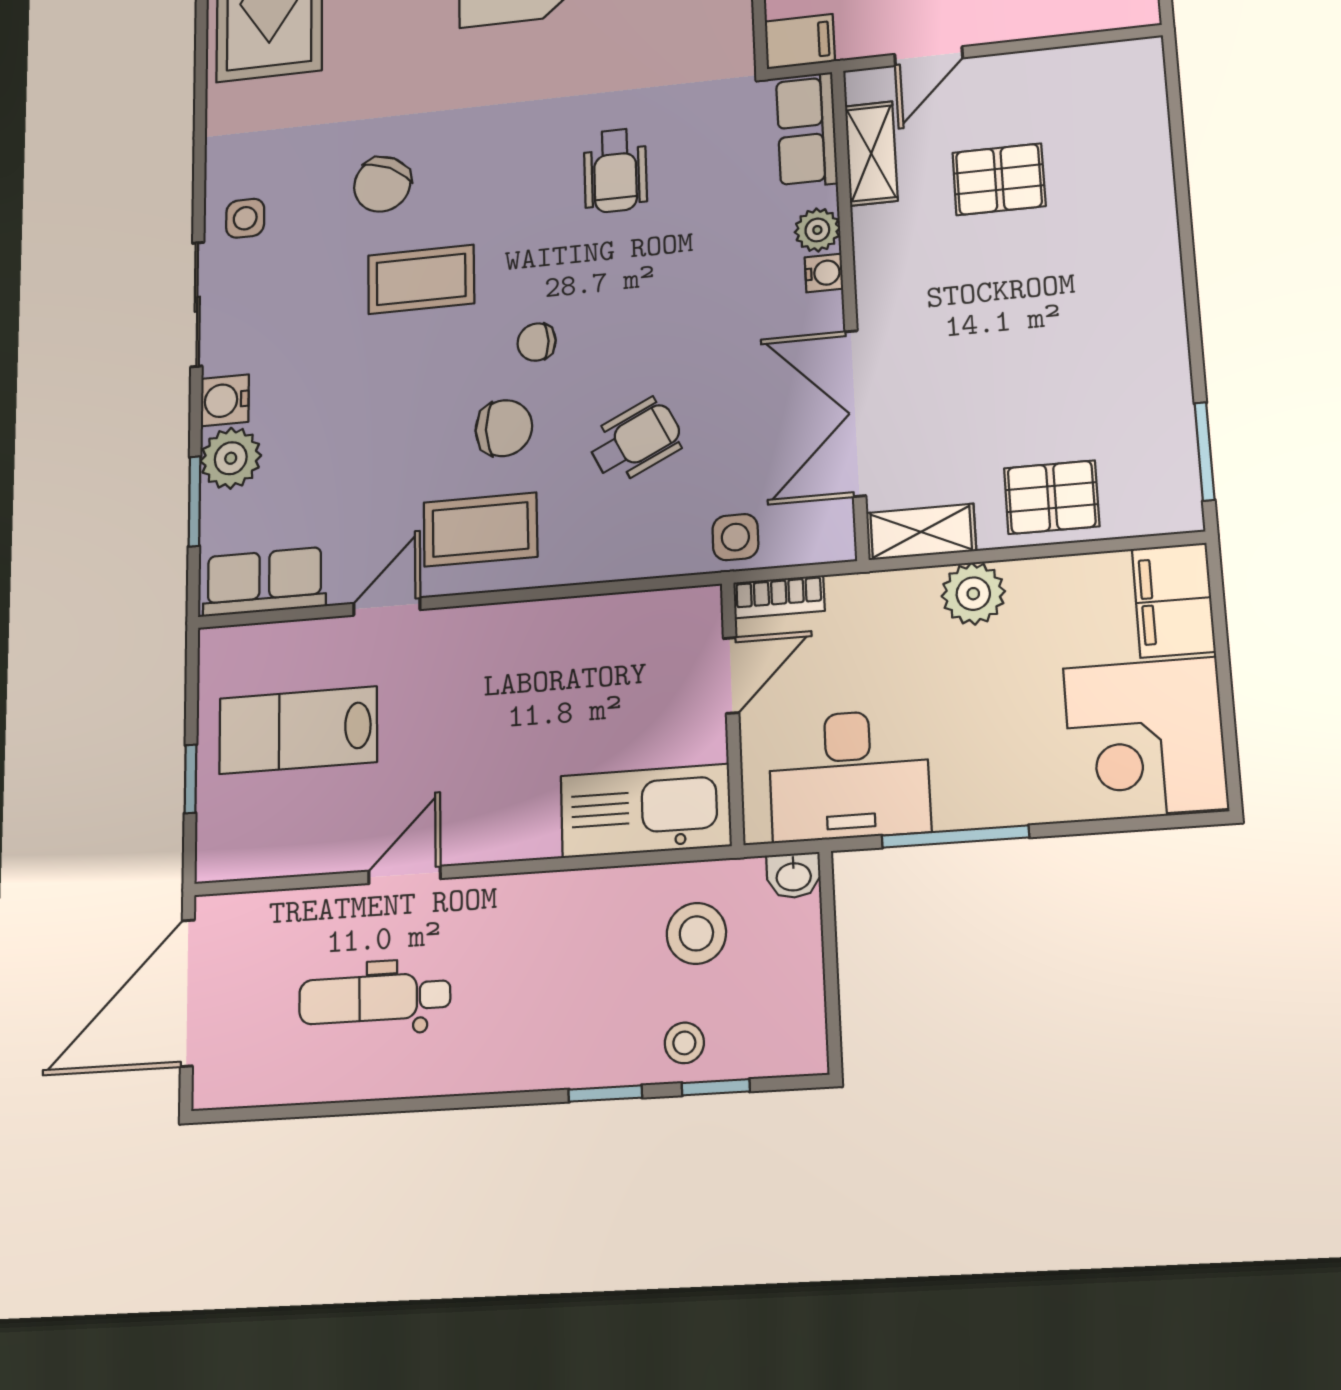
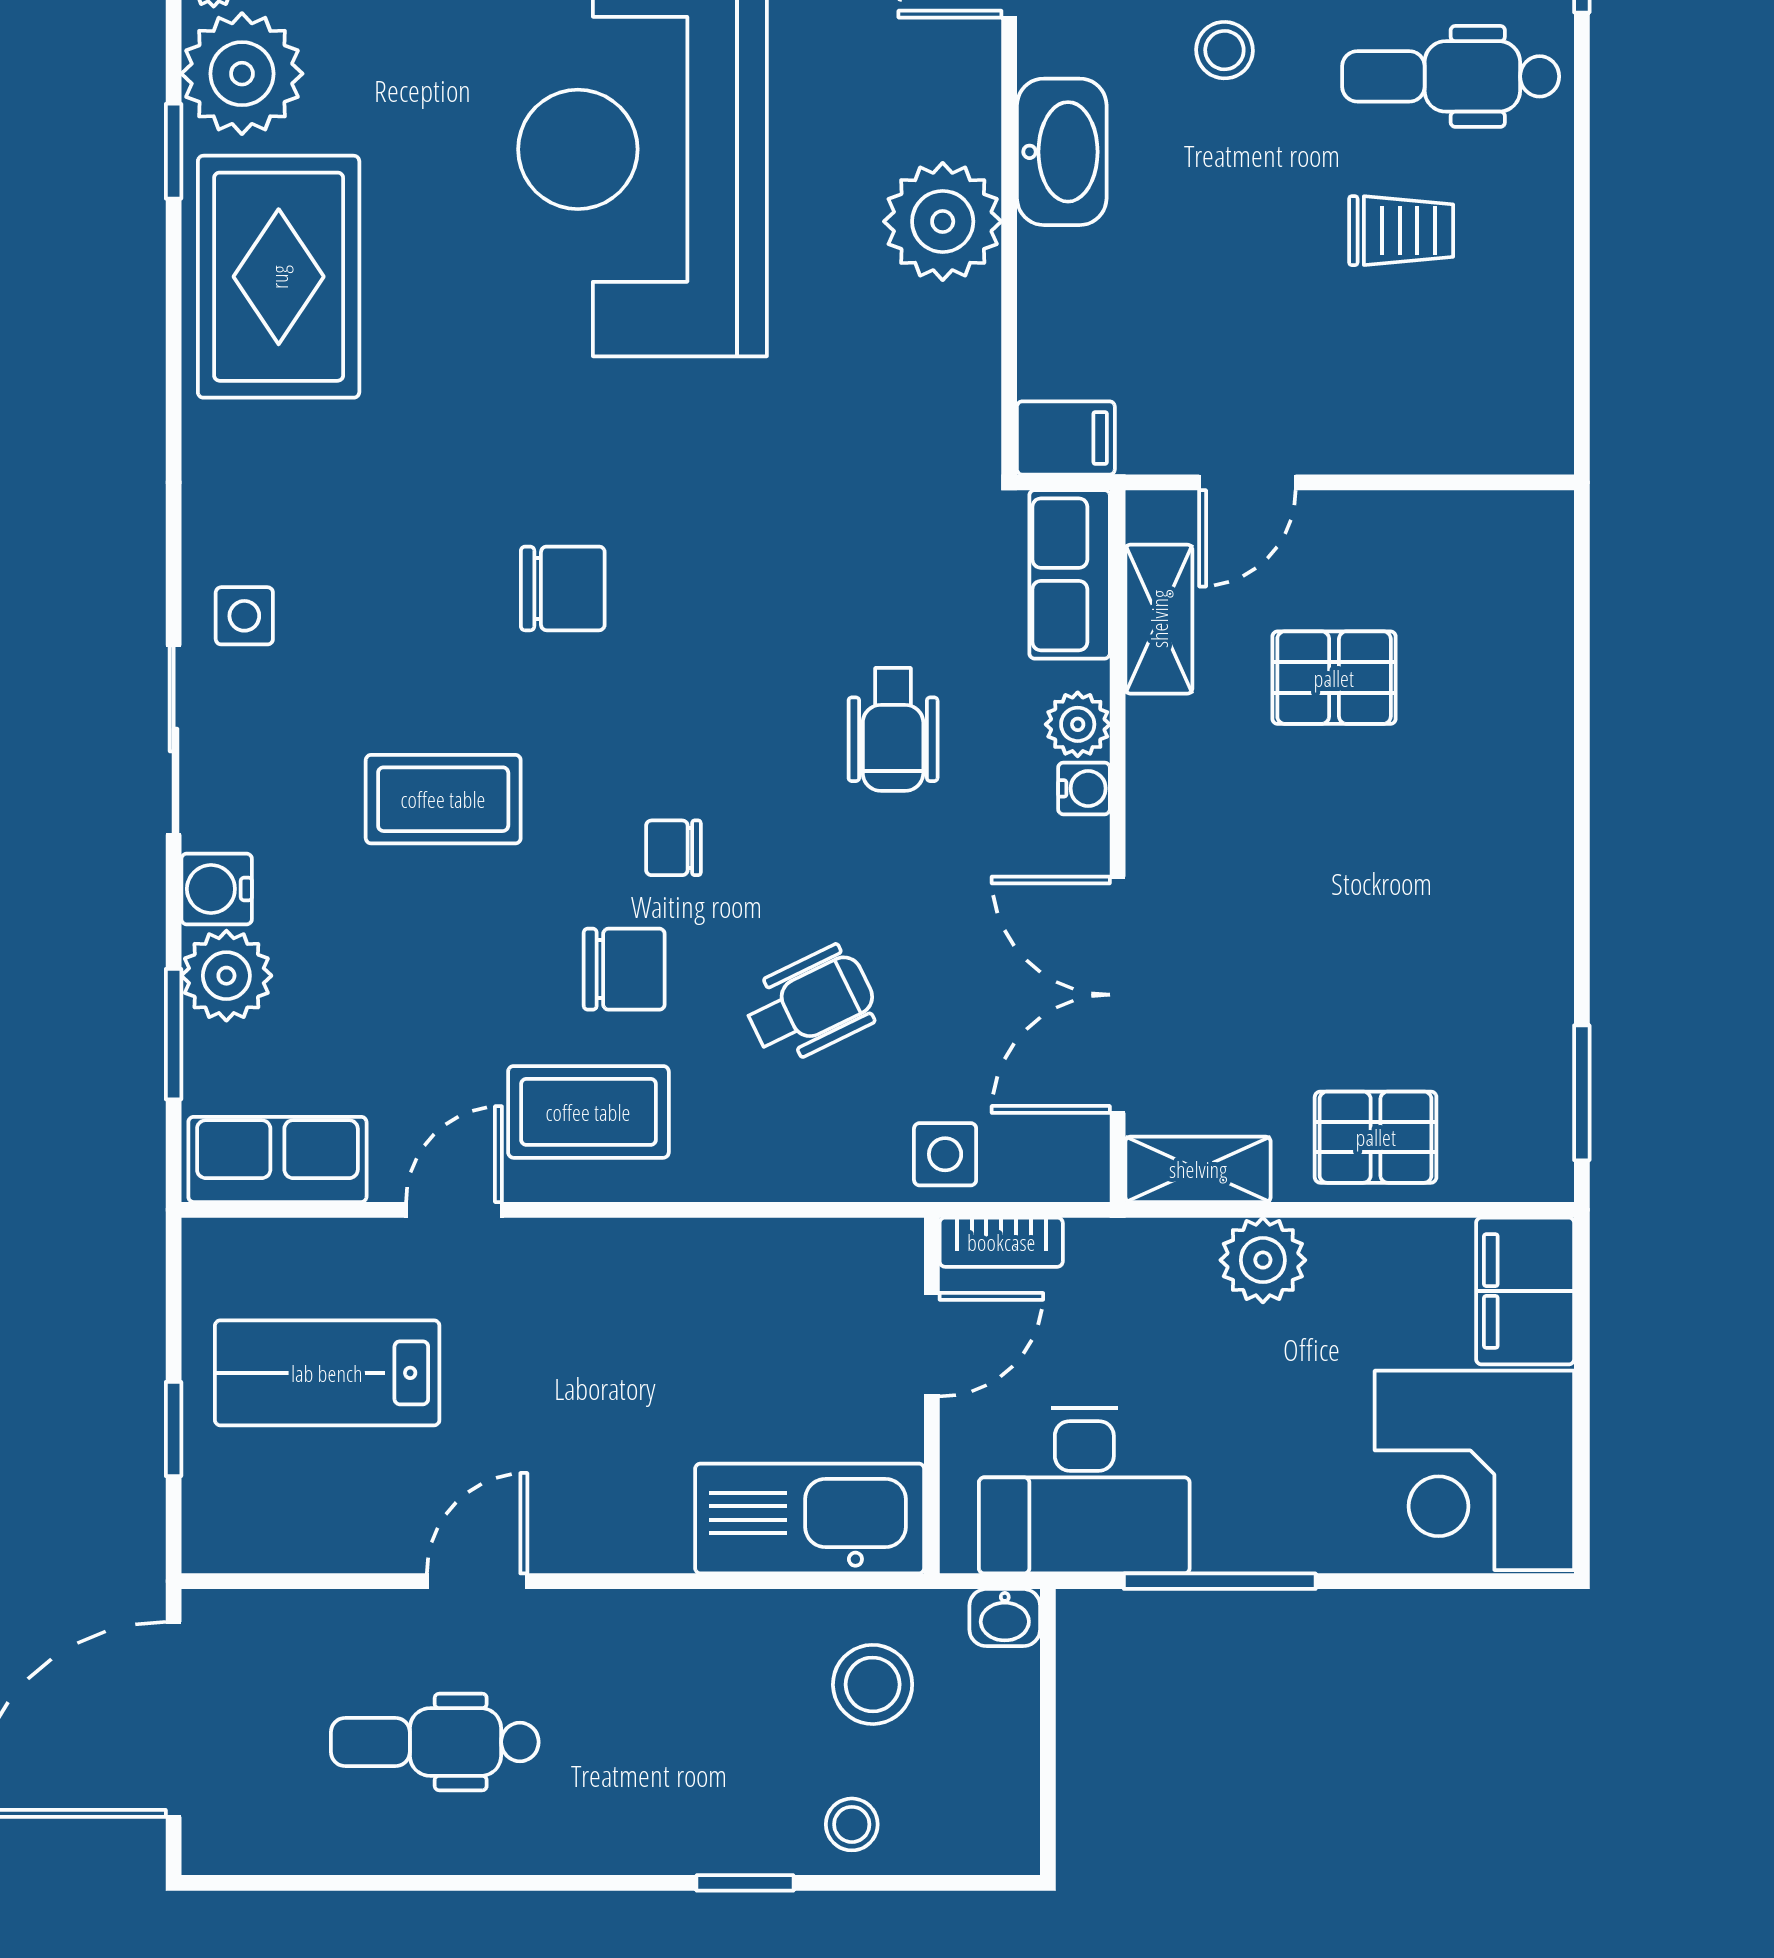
wheelchair: (615, 170) -> (893, 729), moved
chair: (382, 184) -> (563, 588), moved, turned -116
coffee table: (421, 279) -> (443, 799), moved
window: (716, 1087) -> (891, 1883), removed

